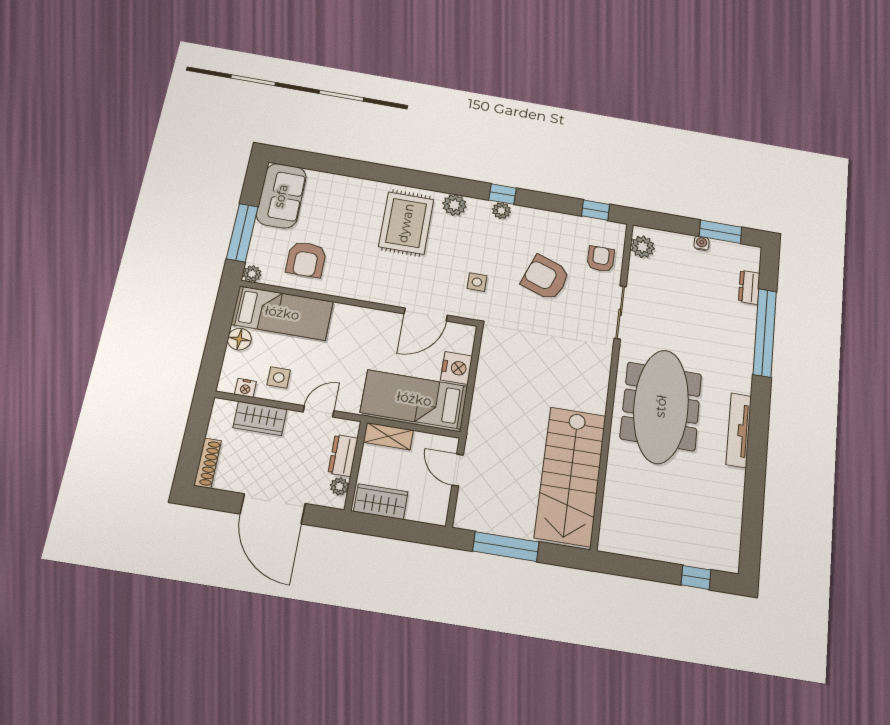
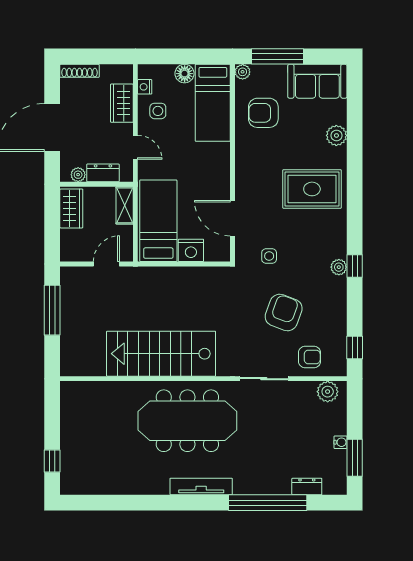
plant: (454, 205) -> (336, 135), moved
tv unit: (739, 430) -> (201, 486), moved
stairs: (571, 476) -> (161, 354), moved

